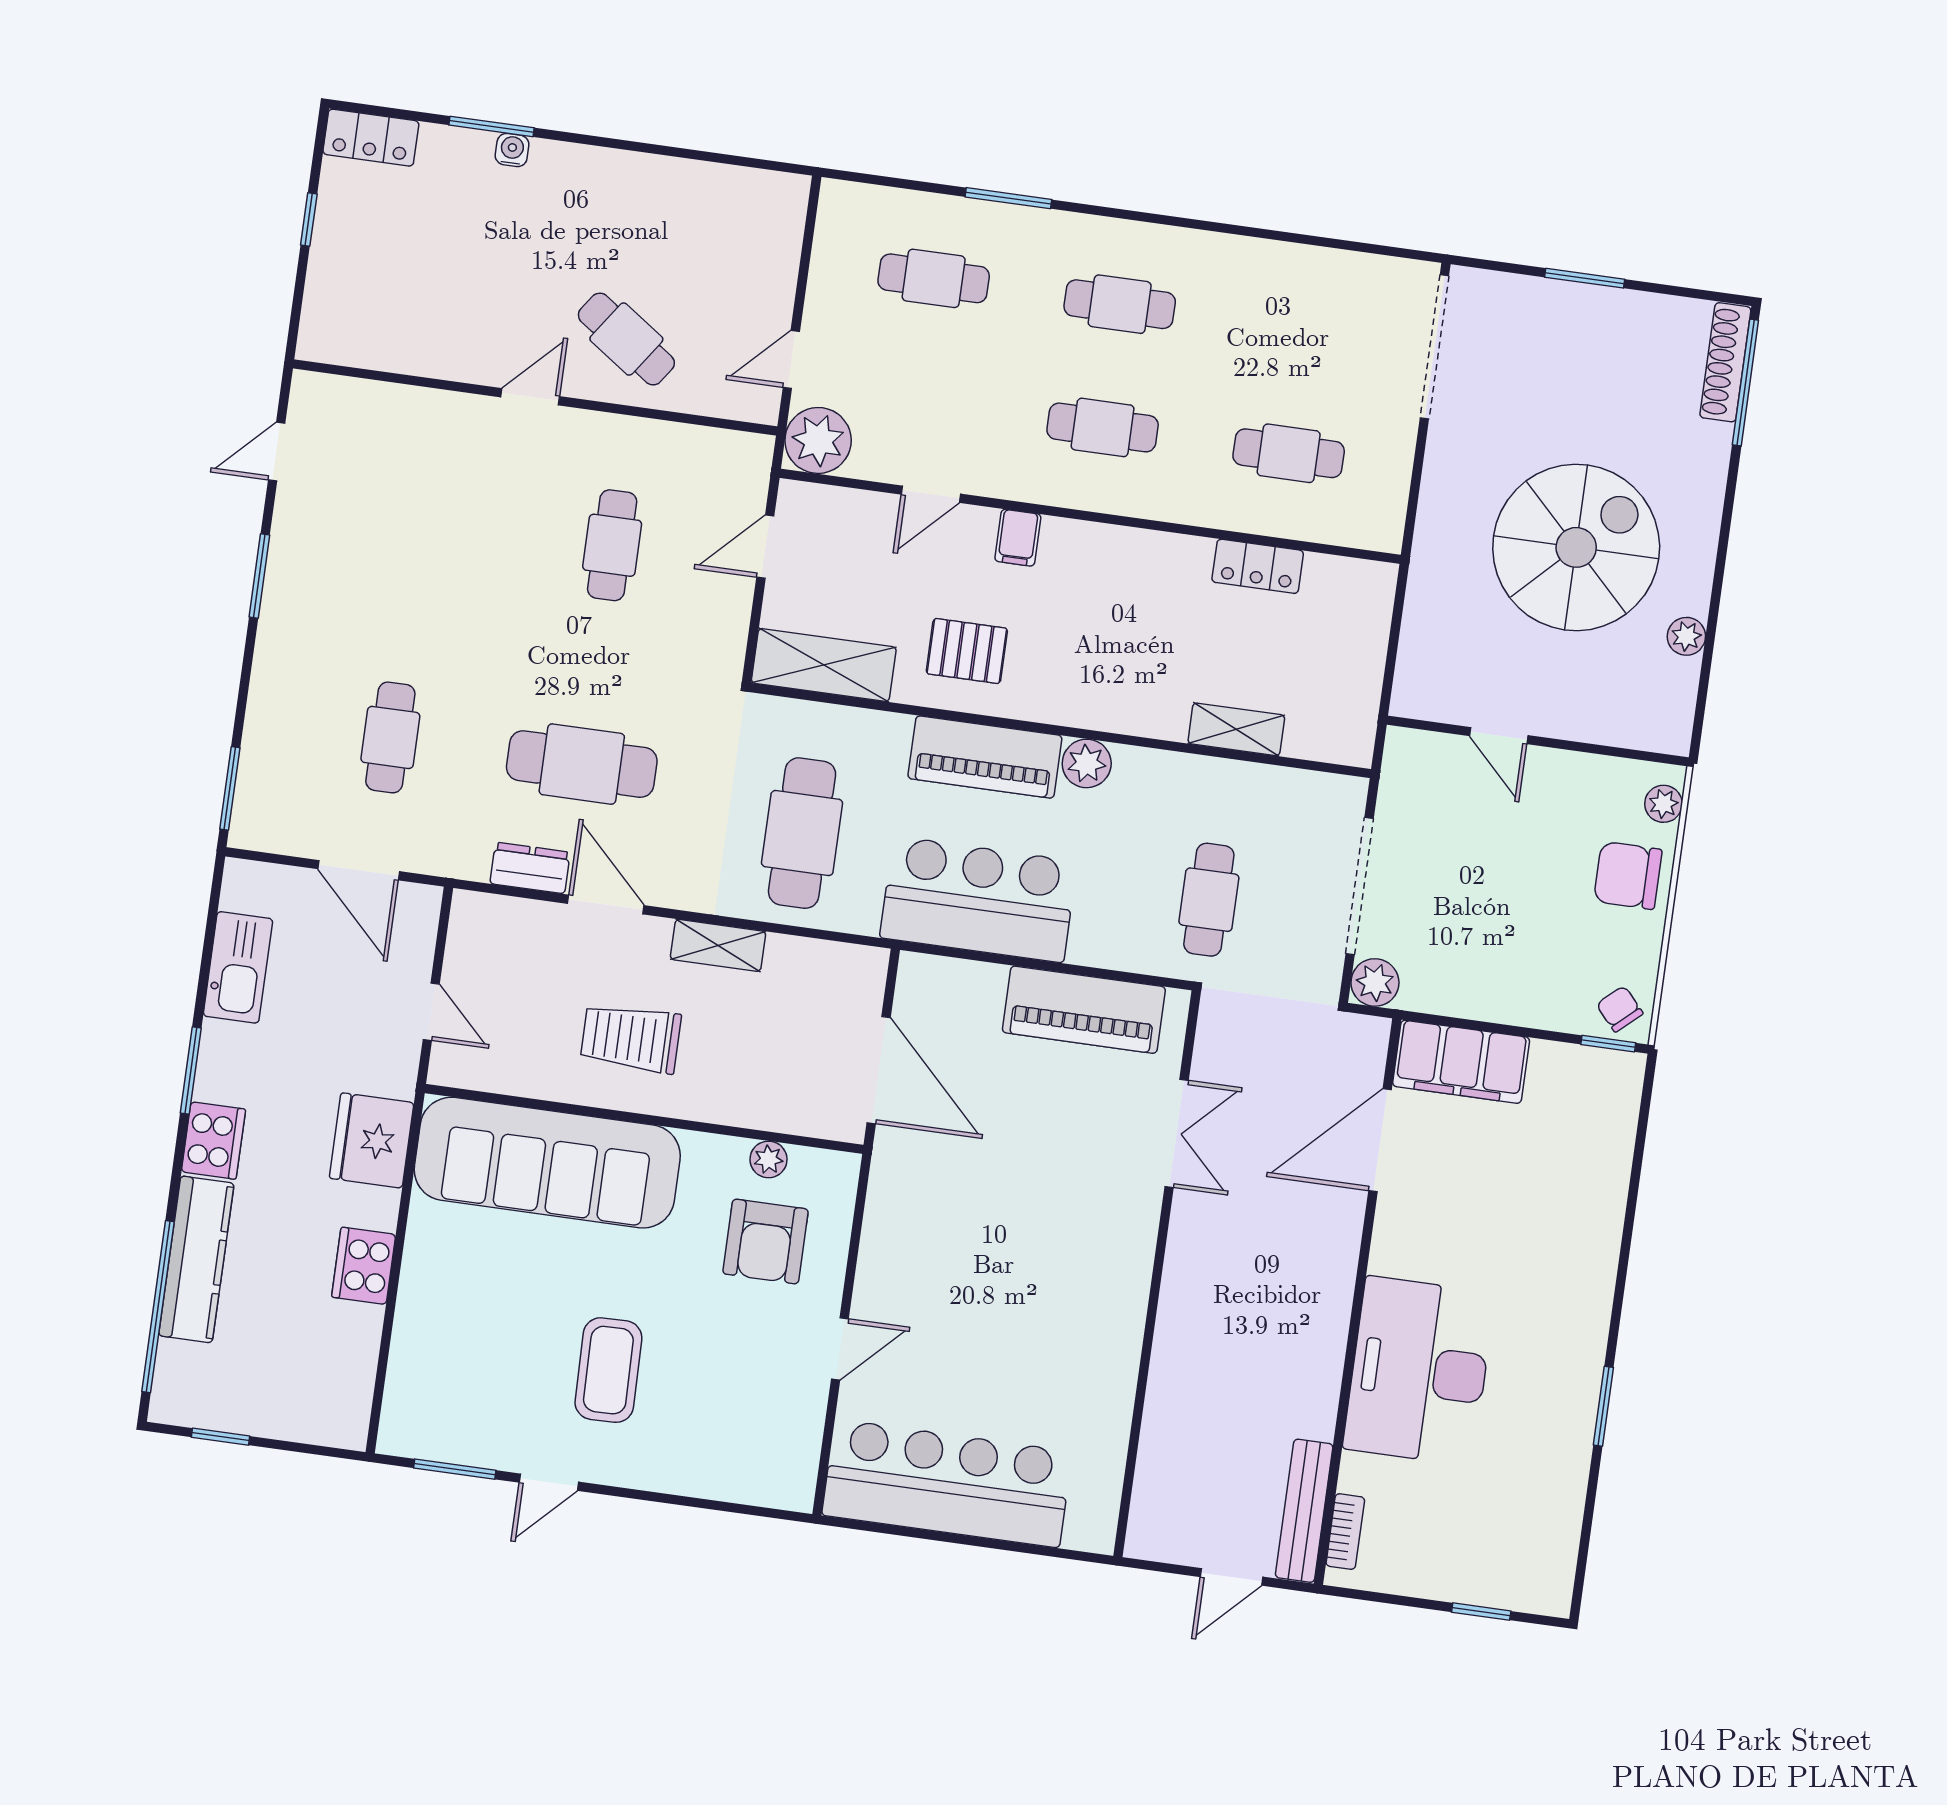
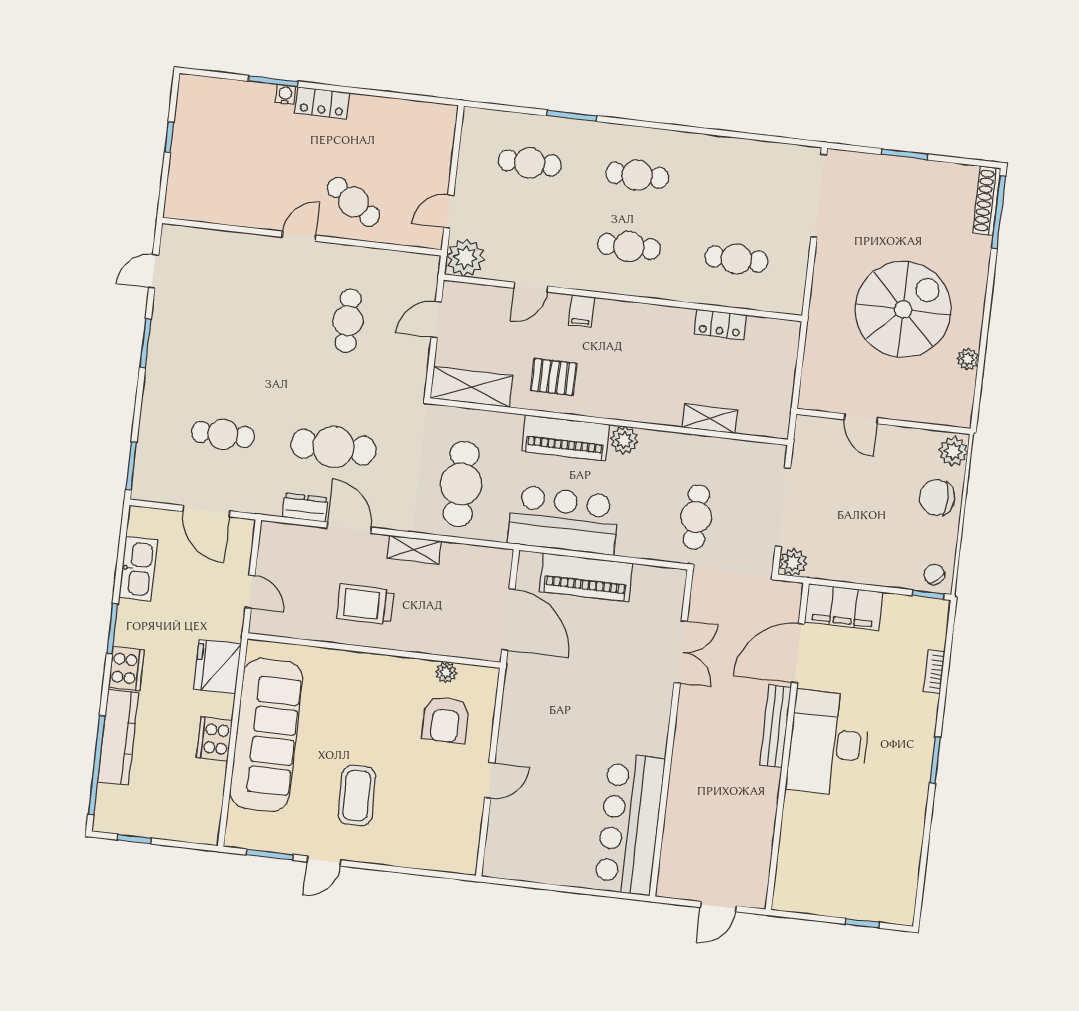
locker: (371, 138) -> (322, 103), moved
cafe table: (390, 737) -> (223, 434), turned 90
plant: (1664, 804) -> (953, 451), width x1.38, depth x1.38
piano: (1084, 1010) -> (586, 577), moved
sofa: (547, 1163) -> (266, 735), moved, turned -90
desk: (1419, 1371) -> (828, 743), moved
window: (1603, 1406) -> (935, 760), moved
bar counter: (947, 1483) -> (630, 824), moved, turned -90
bench: (1304, 1511) -> (775, 726), moved
bookcase: (1345, 1532) -> (934, 672), moved, turned 180

